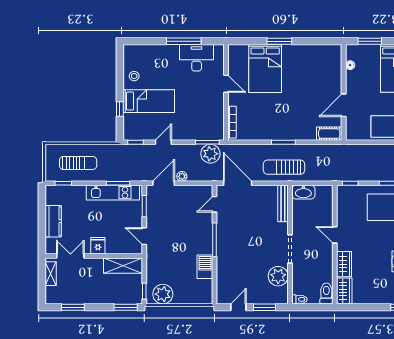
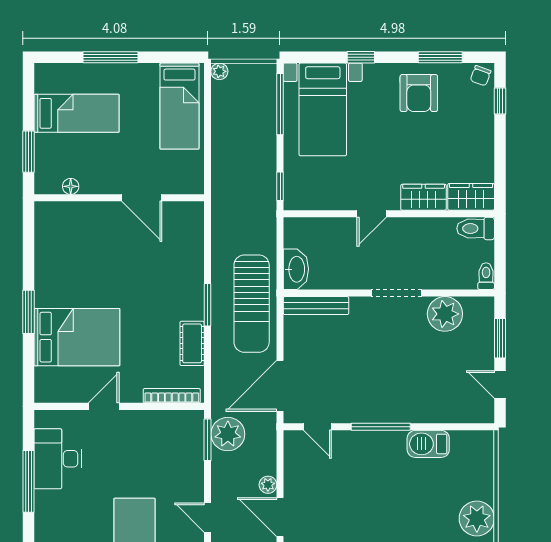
cot: (329, 134) -> (192, 343), moved
sun lounger: (284, 167) -> (252, 304), width x1.36, depth x1.34

